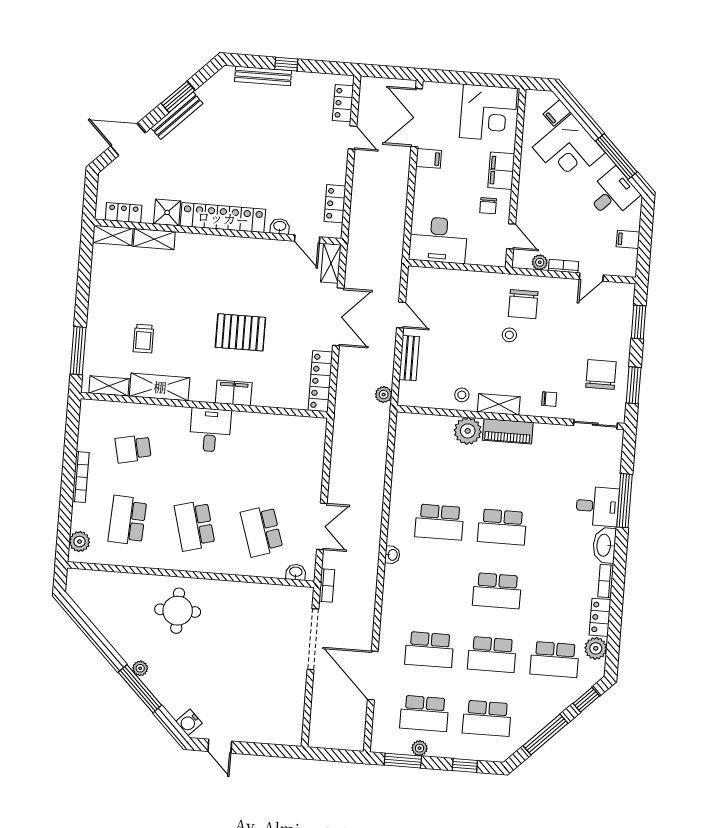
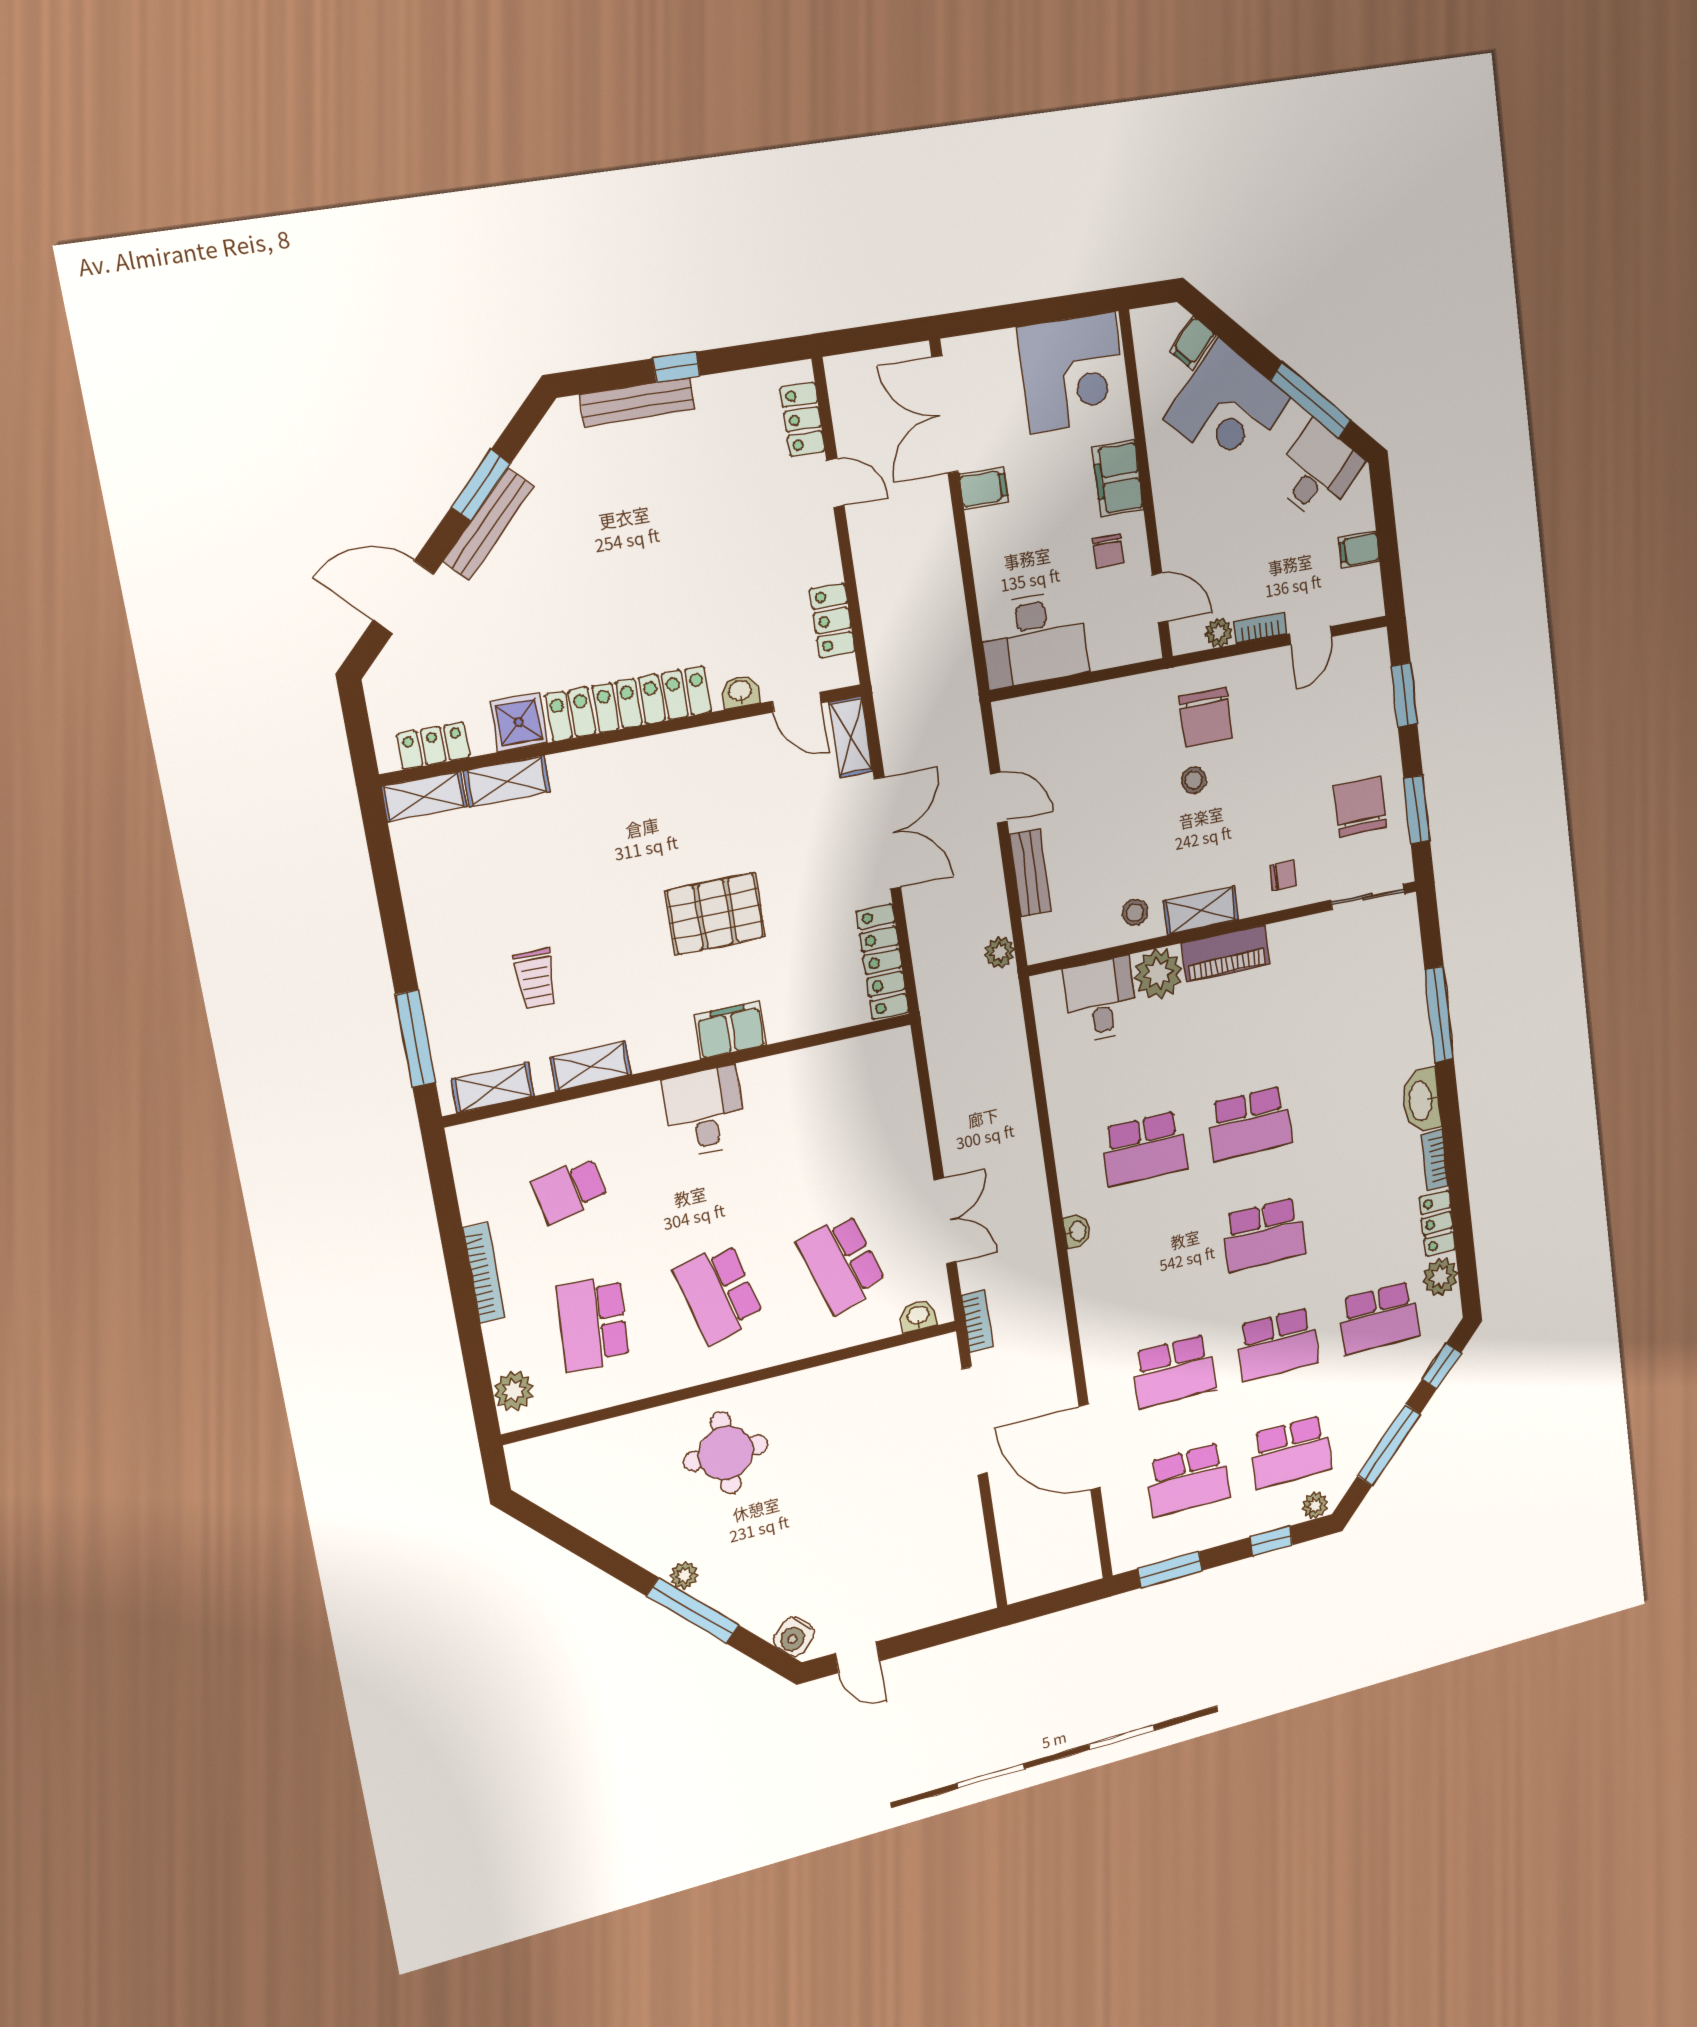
shelving: (160, 387) -> (591, 1066), width x0.67, depth x0.75
desk: (597, 506) -> (1100, 999), moved, turned -90
plant: (420, 748) -> (1315, 1505), moved

